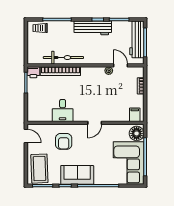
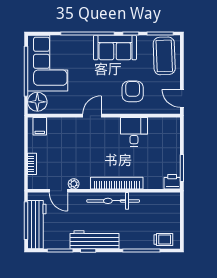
bicycle: (63, 58) -> (113, 201), moved
bookcase: (60, 71) -> (117, 183), moved

